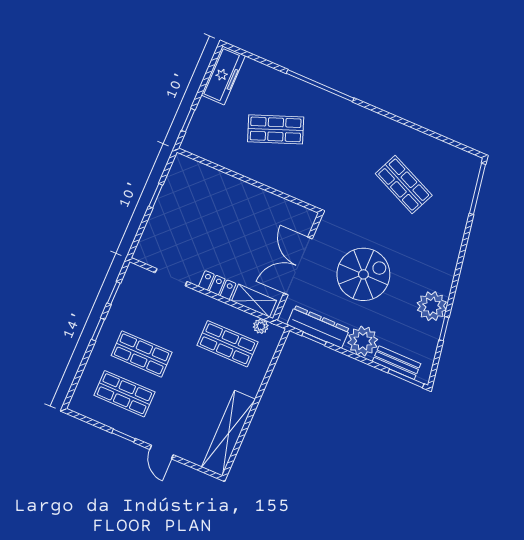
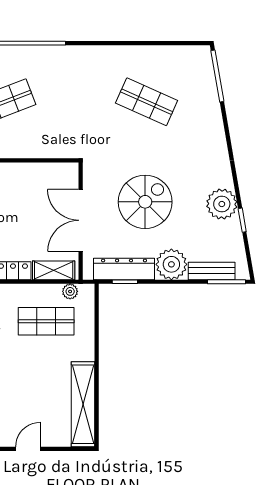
door: (162, 452) -> (28, 449), swing flipped

